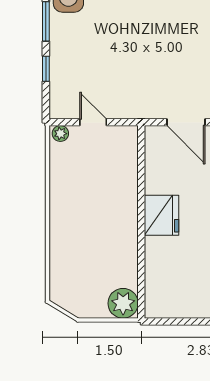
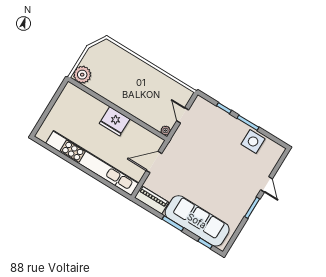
door: (93, 122) -> (183, 115), swing flipped
plant: (60, 134) -> (166, 131), moved

